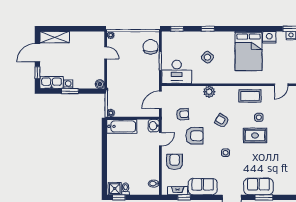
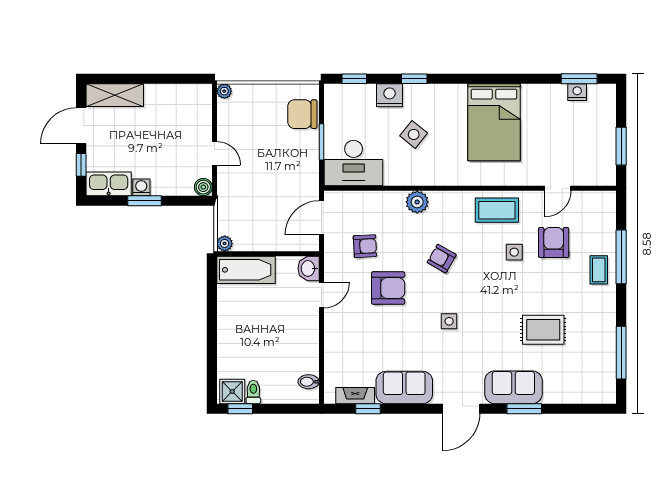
nightstand: (269, 37) -> (390, 95), moved
chair: (151, 47) -> (302, 114), turned -90
door: (106, 53) -> (214, 153), moved
rug: (255, 135) -> (543, 330), moved
armchair: (175, 162) -> (554, 243), moved

